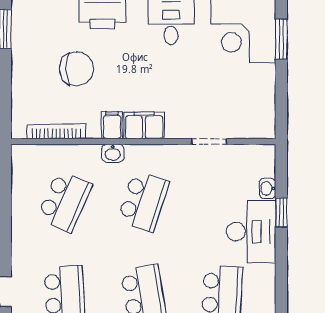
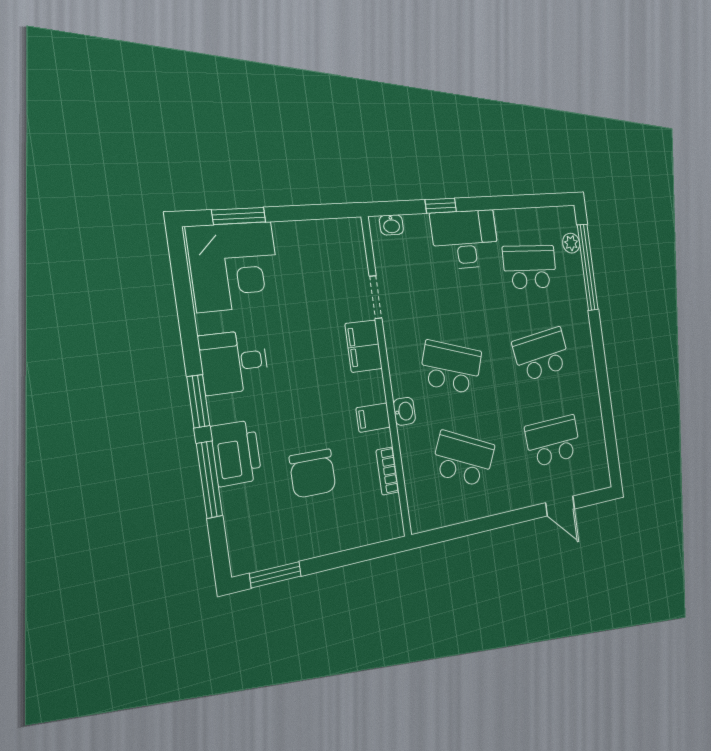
chair: (77, 69) -> (313, 473), turned 180
filing cabinet: (144, 125) -> (364, 346), moved
bookcase: (56, 131) -> (388, 471), width x0.64
washbasin: (267, 188) -> (391, 225), moved

